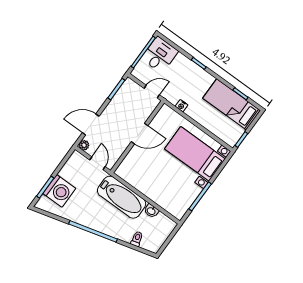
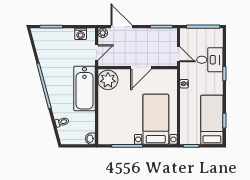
desk: (160, 55) -> (210, 60), moved
door: (140, 134) -> (141, 68), hinge flipped
plant: (129, 171) -> (108, 80), added
washing machine: (59, 191) -> (81, 34), moved, width x0.53, depth x0.53
washbasin: (151, 211) -> (90, 139), moved

